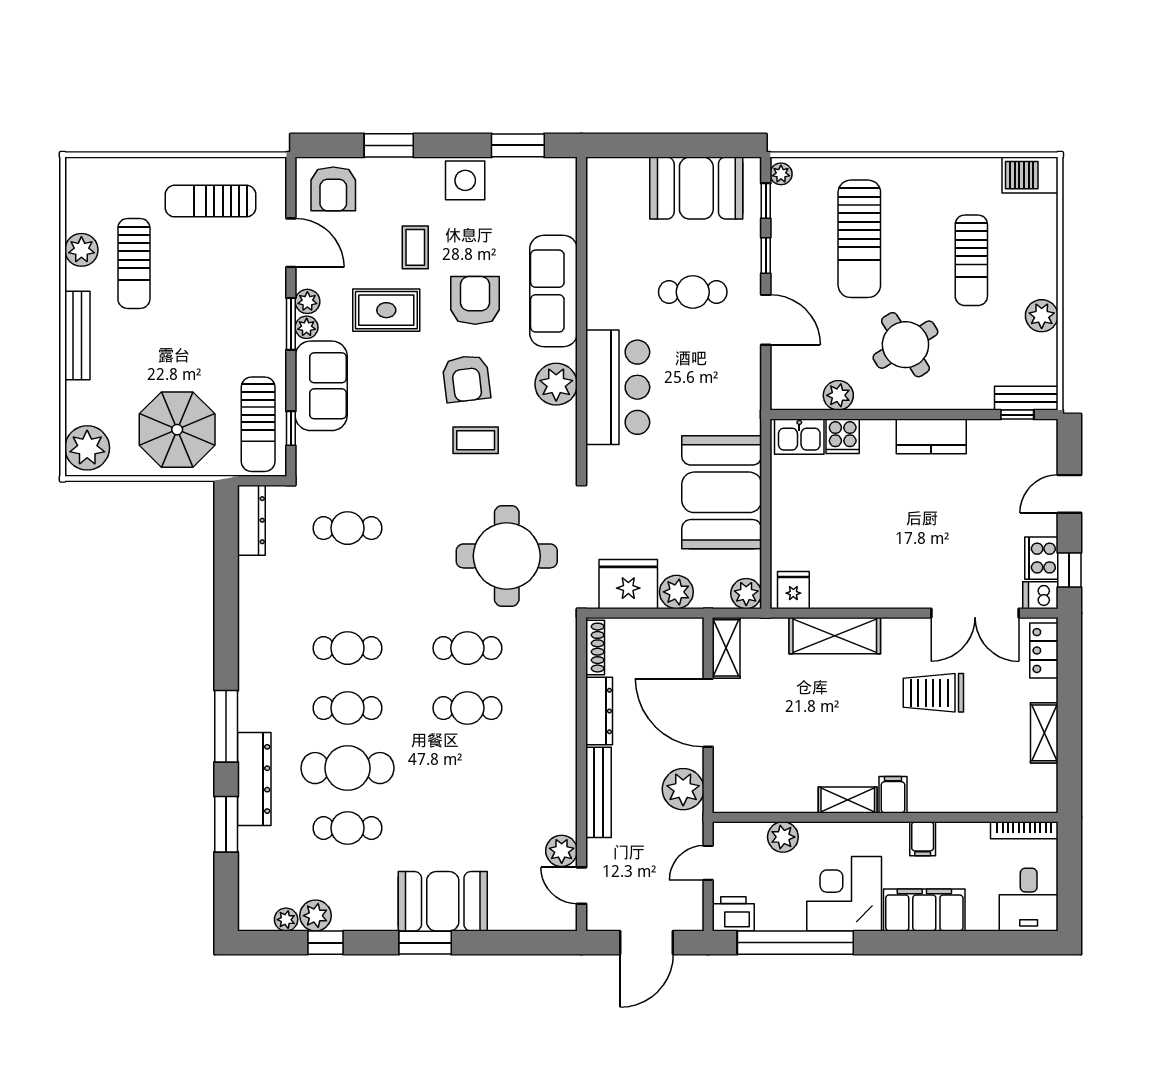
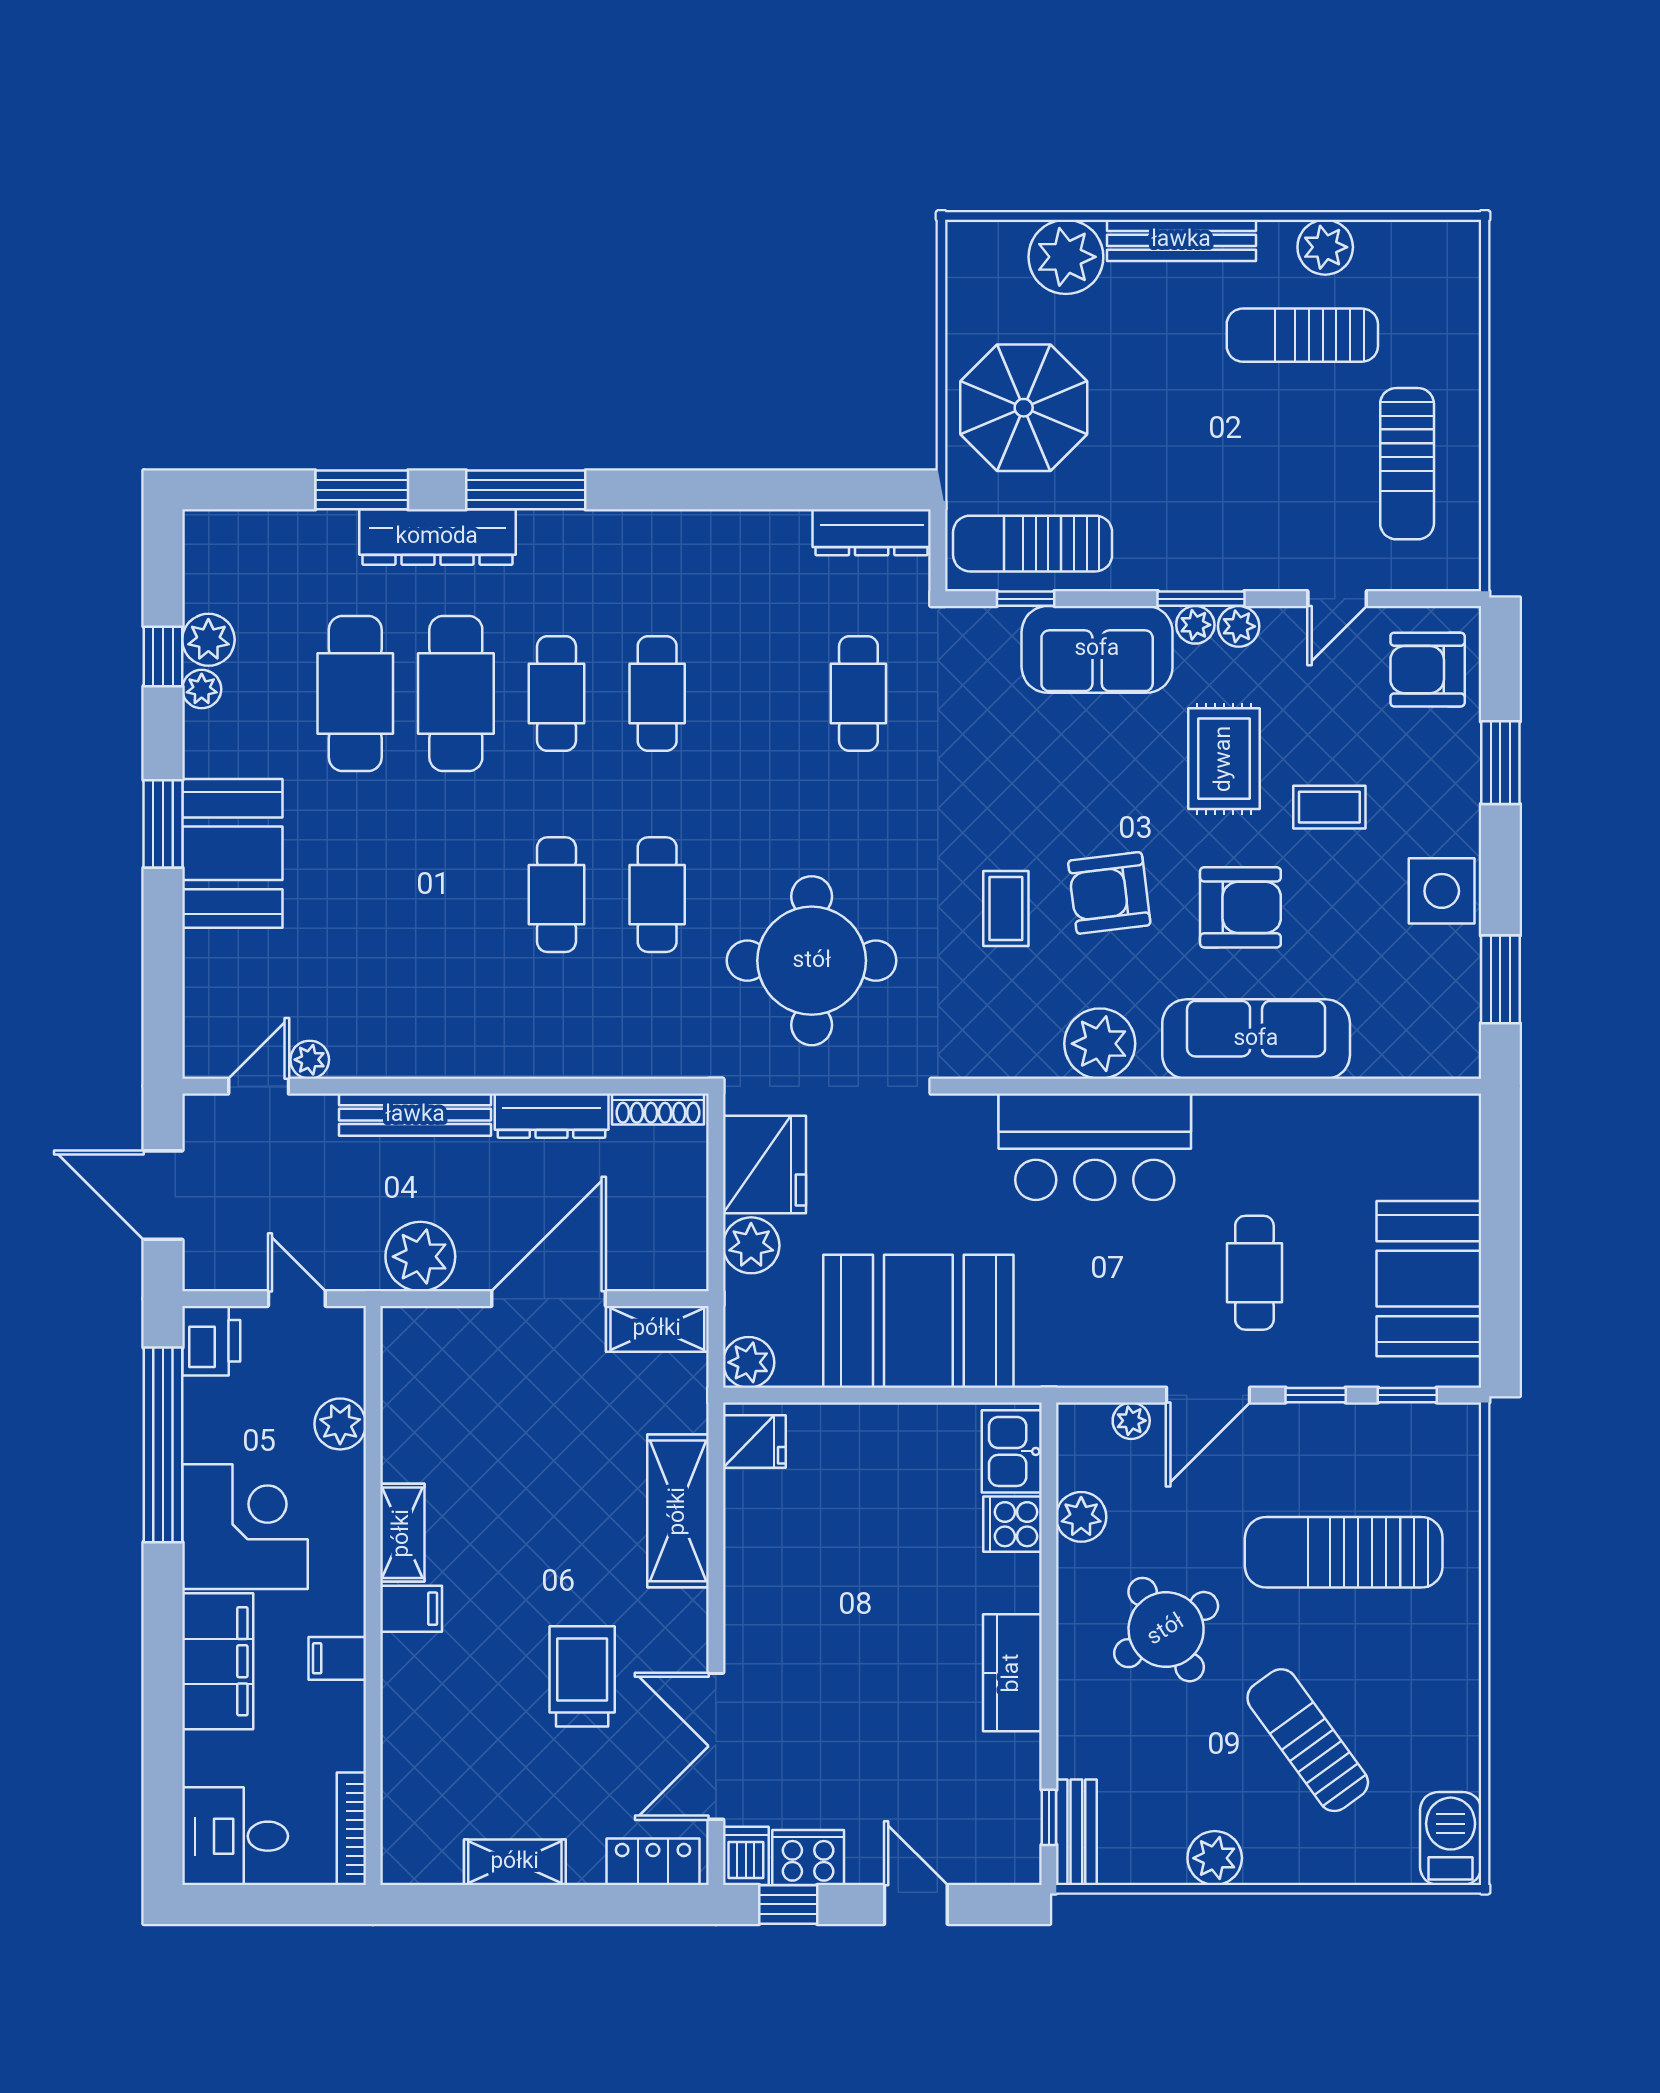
plant: (781, 174) -> (1131, 1421), moved
sun lounger: (211, 201) -> (1407, 464), turned 180
door: (291, 243) -> (1337, 599), width x0.73
sun lounger: (971, 260) -> (1308, 1740), turned 54
plant: (87, 448) -> (1066, 257), moved
cafe table: (347, 828) -> (355, 693), width x1.37, depth x1.35
plant: (562, 851) -> (310, 1060), width x0.73, depth x0.73
plant: (286, 920) -> (202, 689), moved

